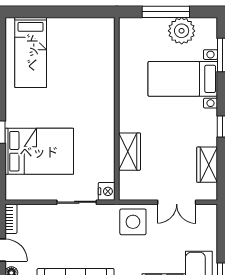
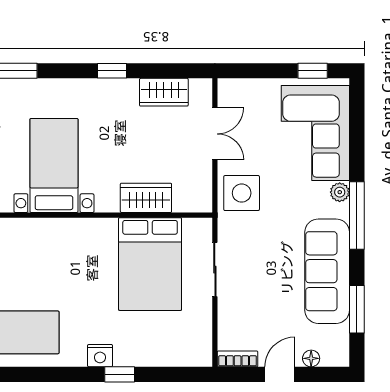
bed with nightstands: (183, 79) -> (54, 165), moved, turned 180
bed: (39, 151) -> (150, 264), moved, turned 180
nightstand: (107, 191) -> (100, 356), moved, turned 180

